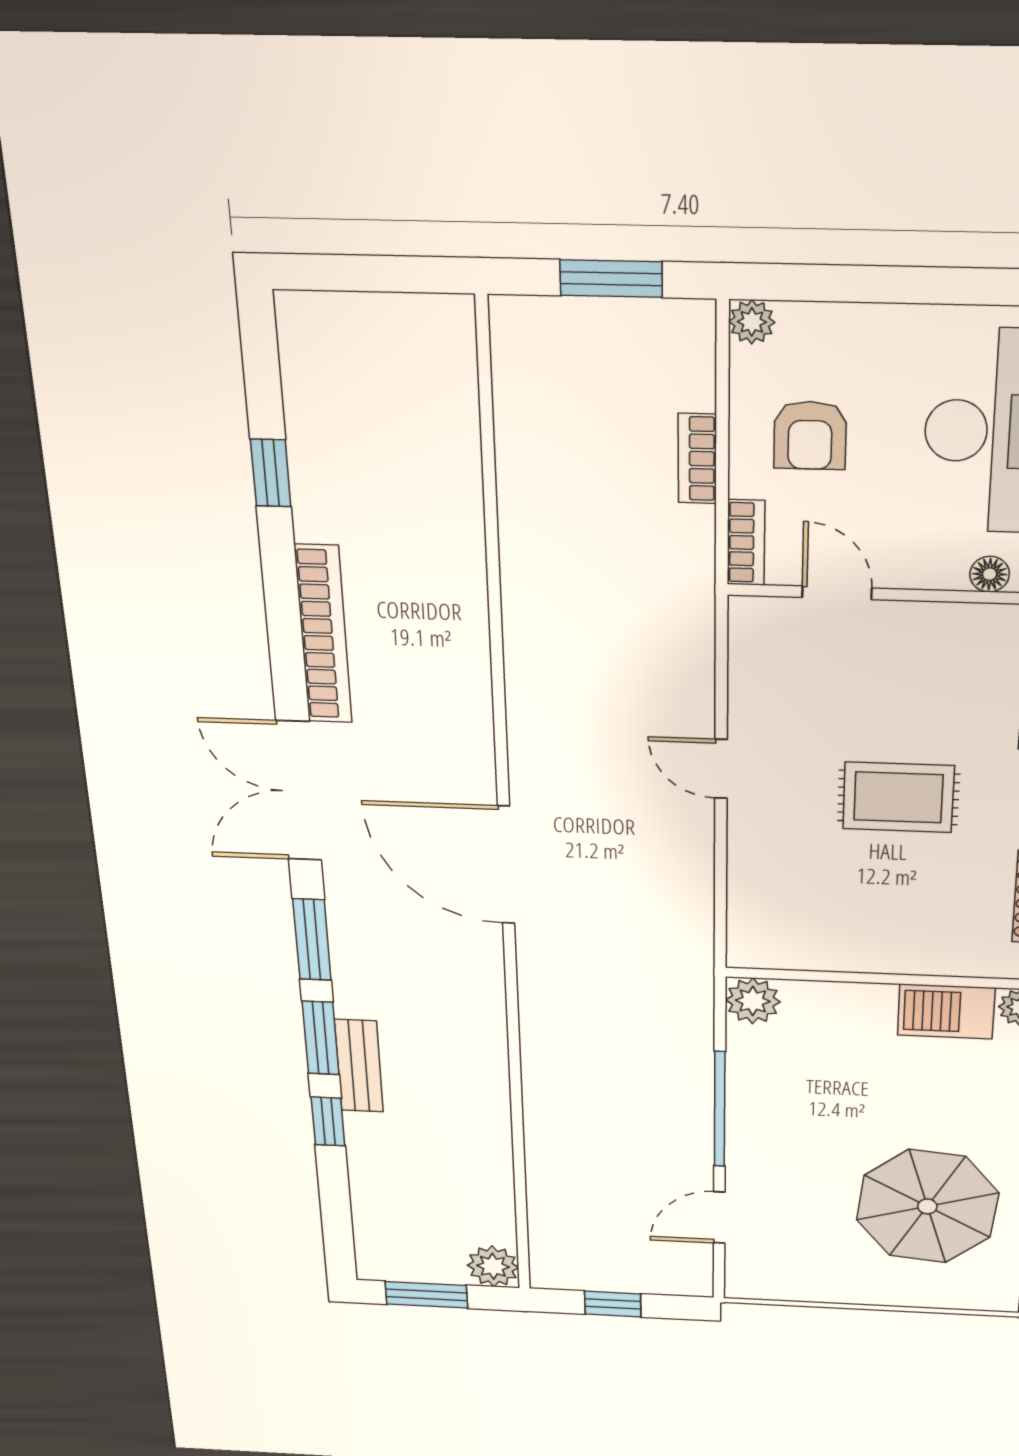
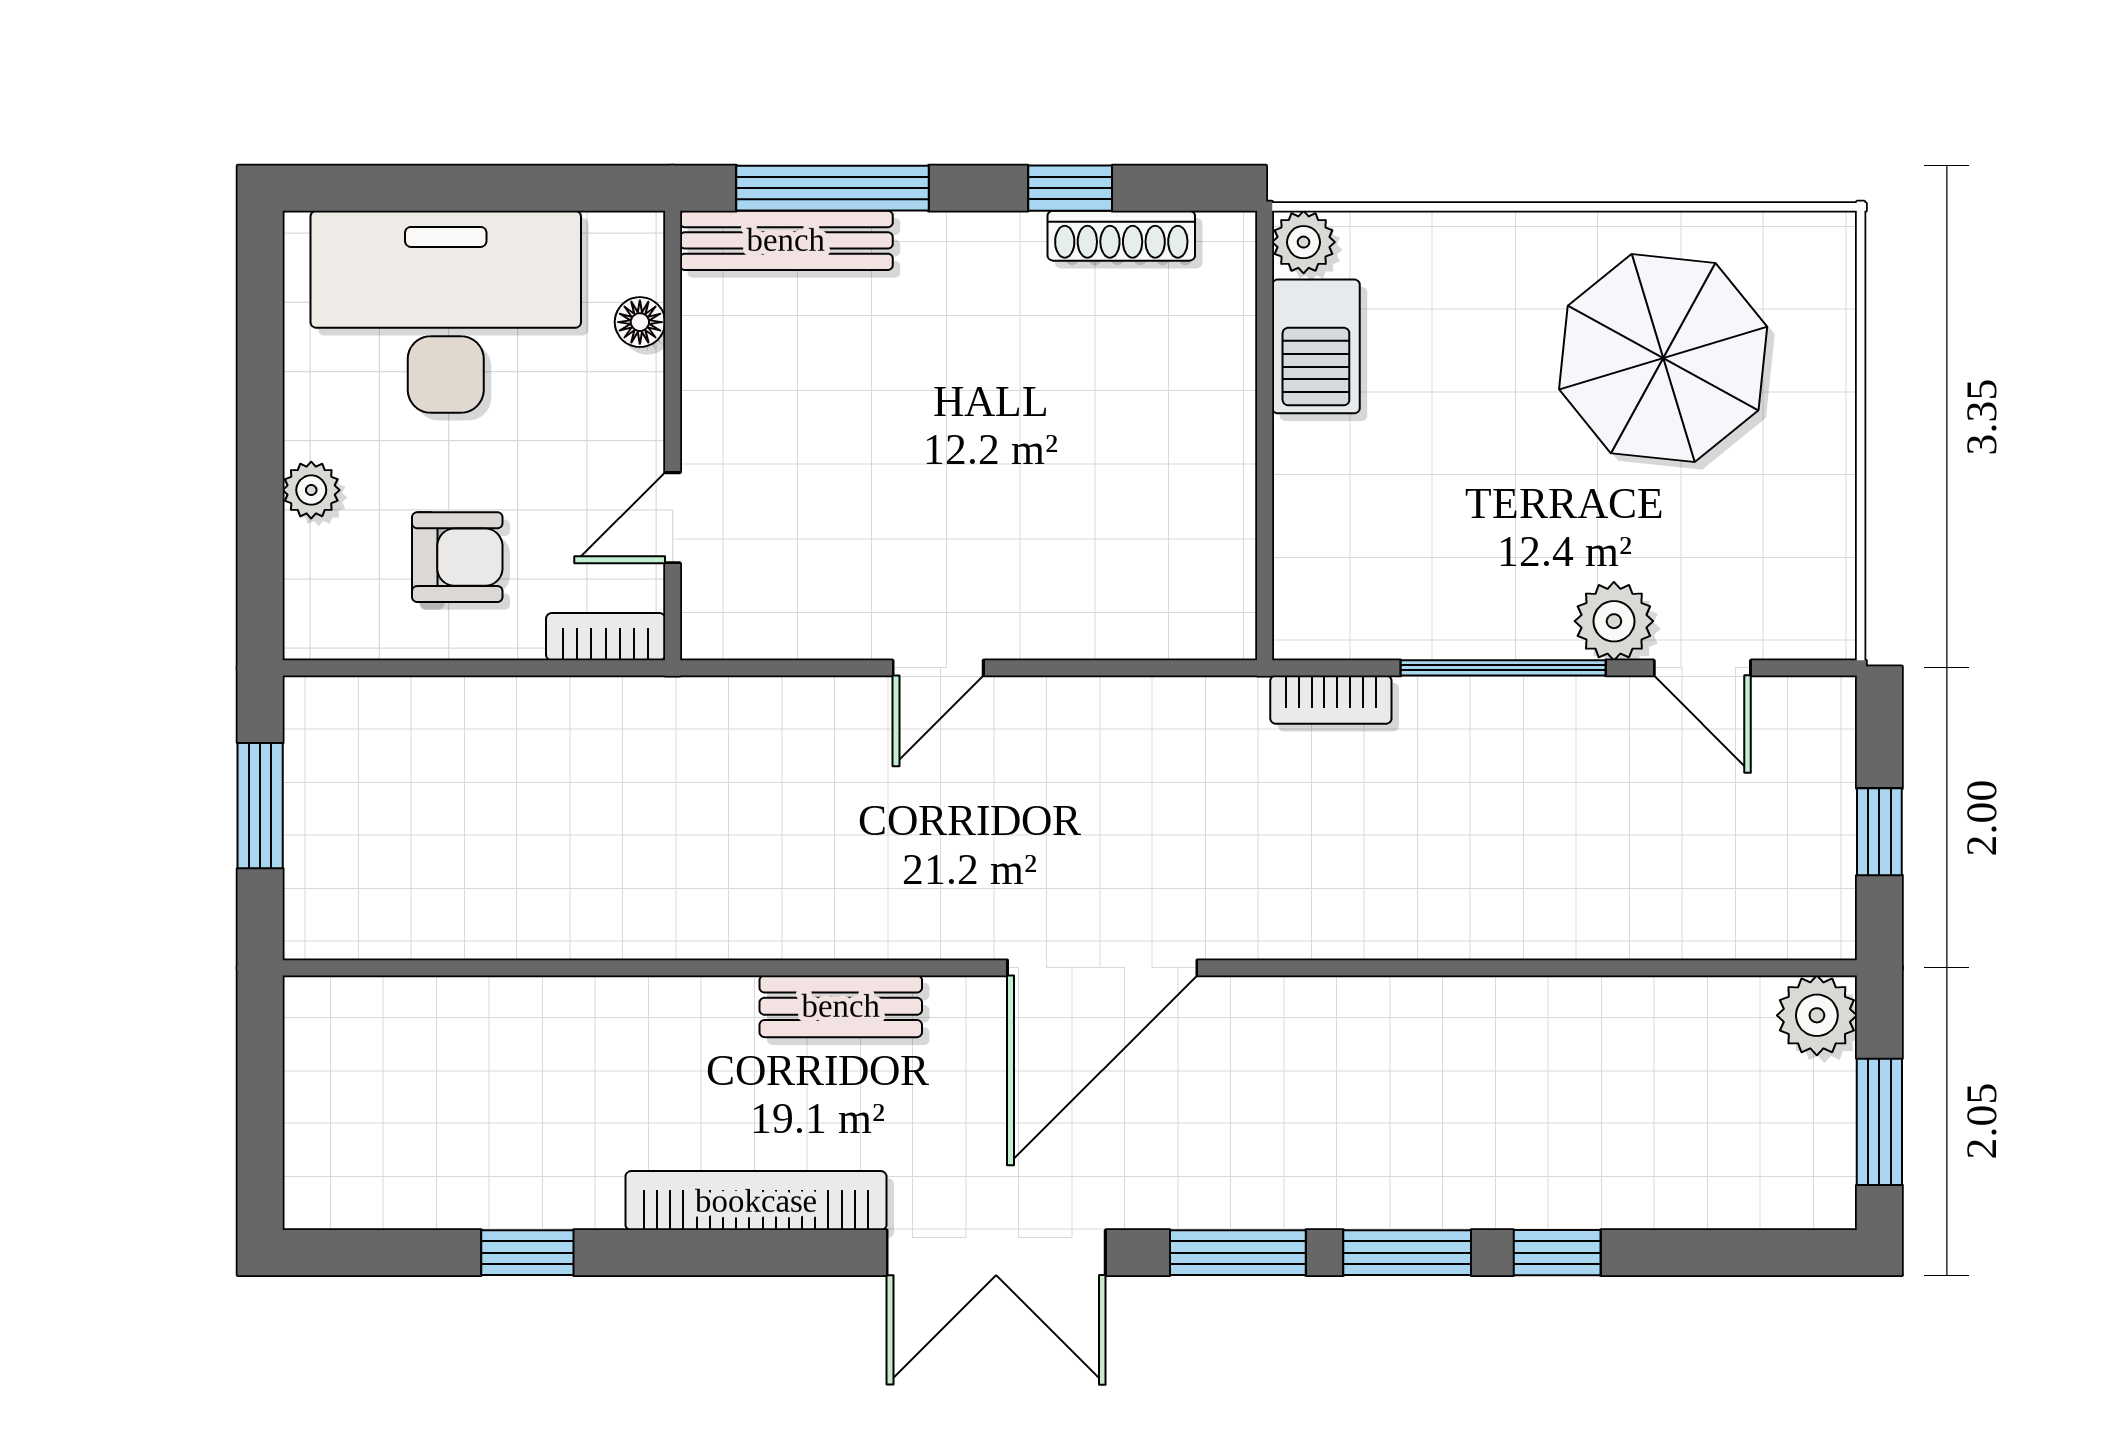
plant: (752, 322) -> (311, 490), moved
bookcase: (697, 459) -> (1331, 700), moved
rug: (898, 797) -> (972, 427), removed
plant: (753, 1001) -> (1614, 621), moved
bench: (359, 1066) -> (841, 1006), moved

